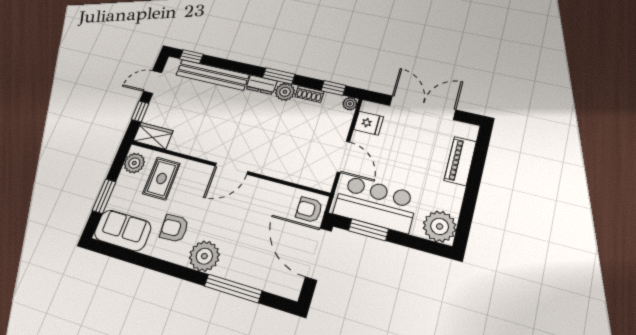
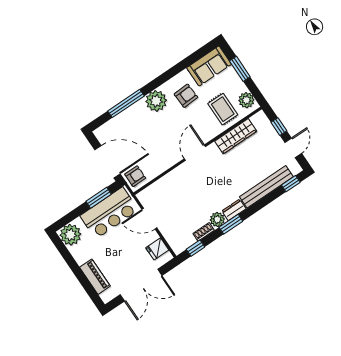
plant: (350, 104) -> (178, 249), removed
wardrobe: (153, 136) -> (236, 136), moved, width x1.50

